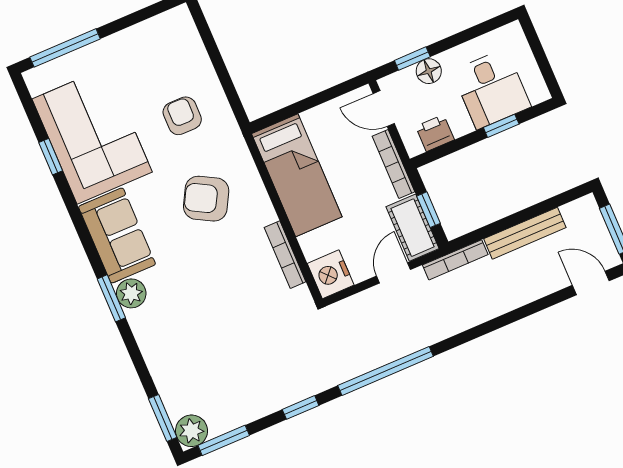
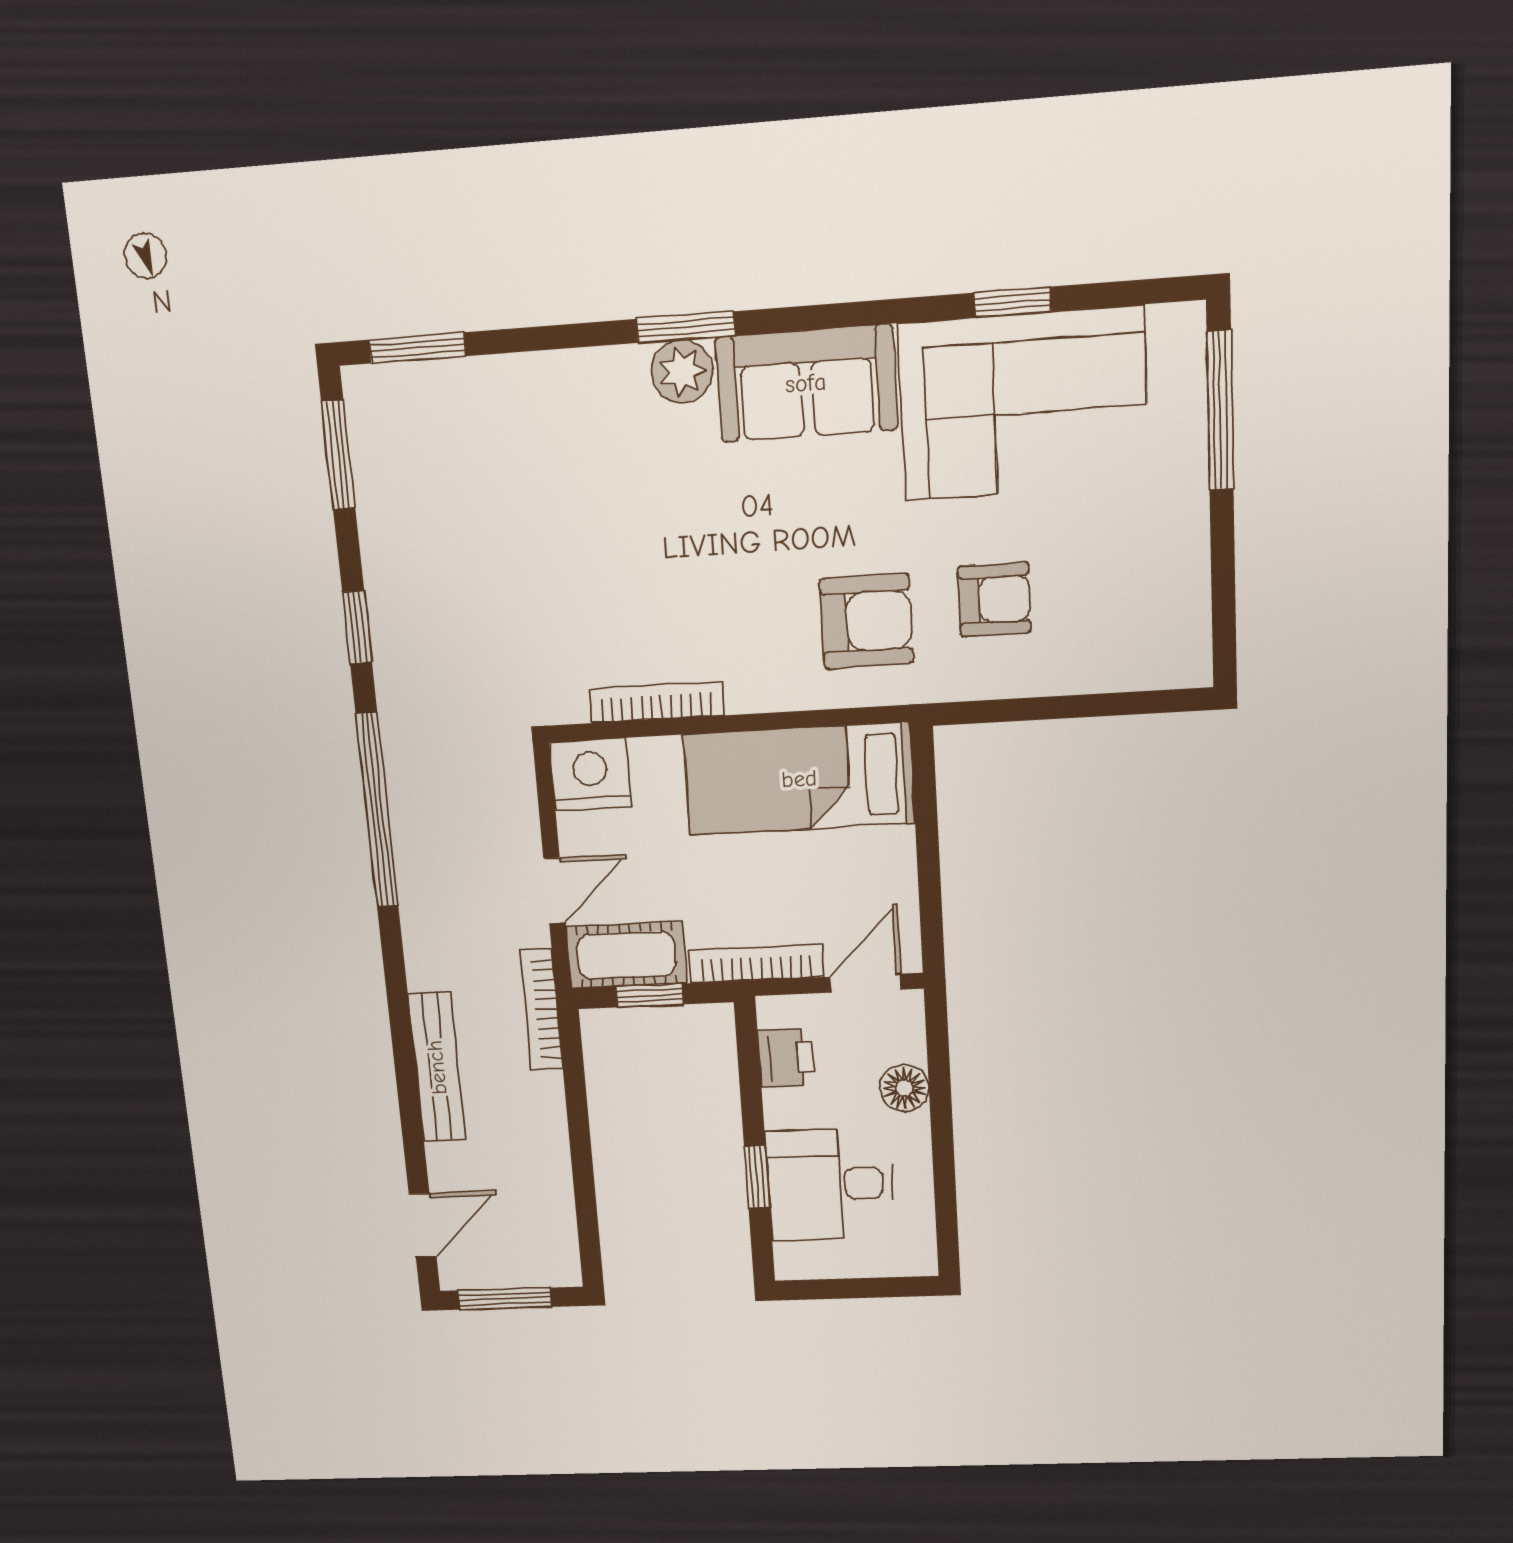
window: (412, 59) -> (939, 1068), removed
armchair: (206, 199) -> (866, 621), moved, turned 61
bench: (525, 233) -> (437, 1067), moved
door: (393, 273) -> (555, 891), hinge flipped
plant: (192, 431) -> (375, 397), removed

